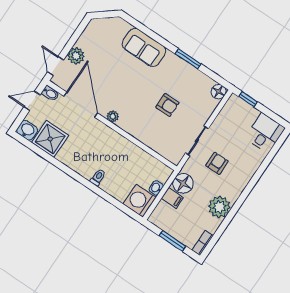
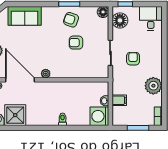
sofa: (144, 47) -> (25, 16), moved
armchair: (179, 77) -> (71, 20), added
armchair: (167, 105) -> (76, 43), turned 180
floor lamp: (183, 183) -> (120, 20), moved

